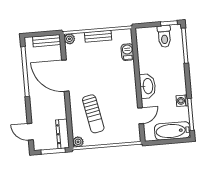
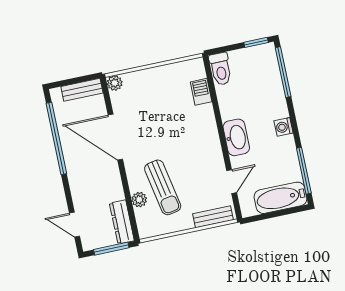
bench: (98, 36) -> (213, 217), moved
toilet: (164, 36) -> (221, 69), moved
washing machine: (182, 101) -> (284, 127), moved
plant: (78, 142) -> (139, 200), moved

